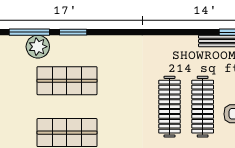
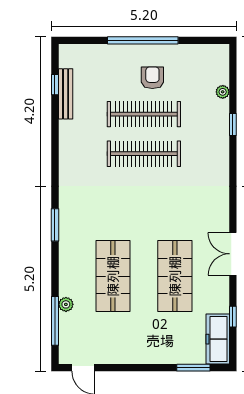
window: (73, 32) -> (55, 225), moved
plant: (38, 47) -> (66, 304), width x0.53, depth x0.53

